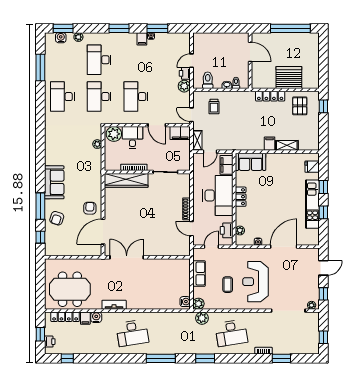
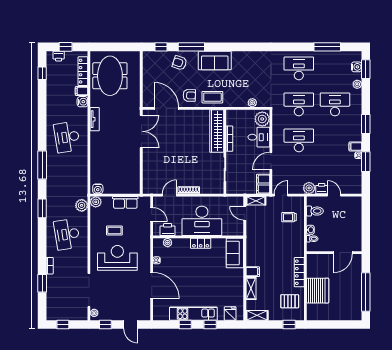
shelving: (314, 139) -> (257, 315), added
filing cabinet: (226, 165) -> (232, 229), removed
coffee table: (92, 185) -> (212, 97), added

